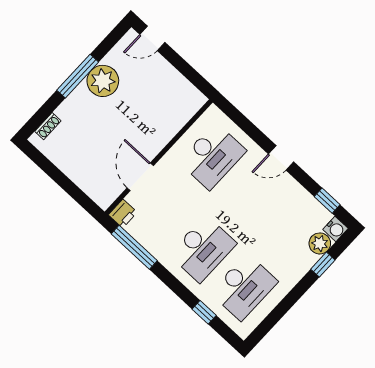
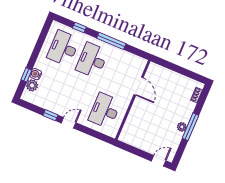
plant: (103, 81) -> (182, 127), width x0.53, depth x0.53
window: (327, 201) -> (50, 115), moved
printer: (123, 214) -> (141, 64), removed
water cooler: (335, 229) -> (36, 74), moved
window: (134, 247) -> (111, 41), moved

